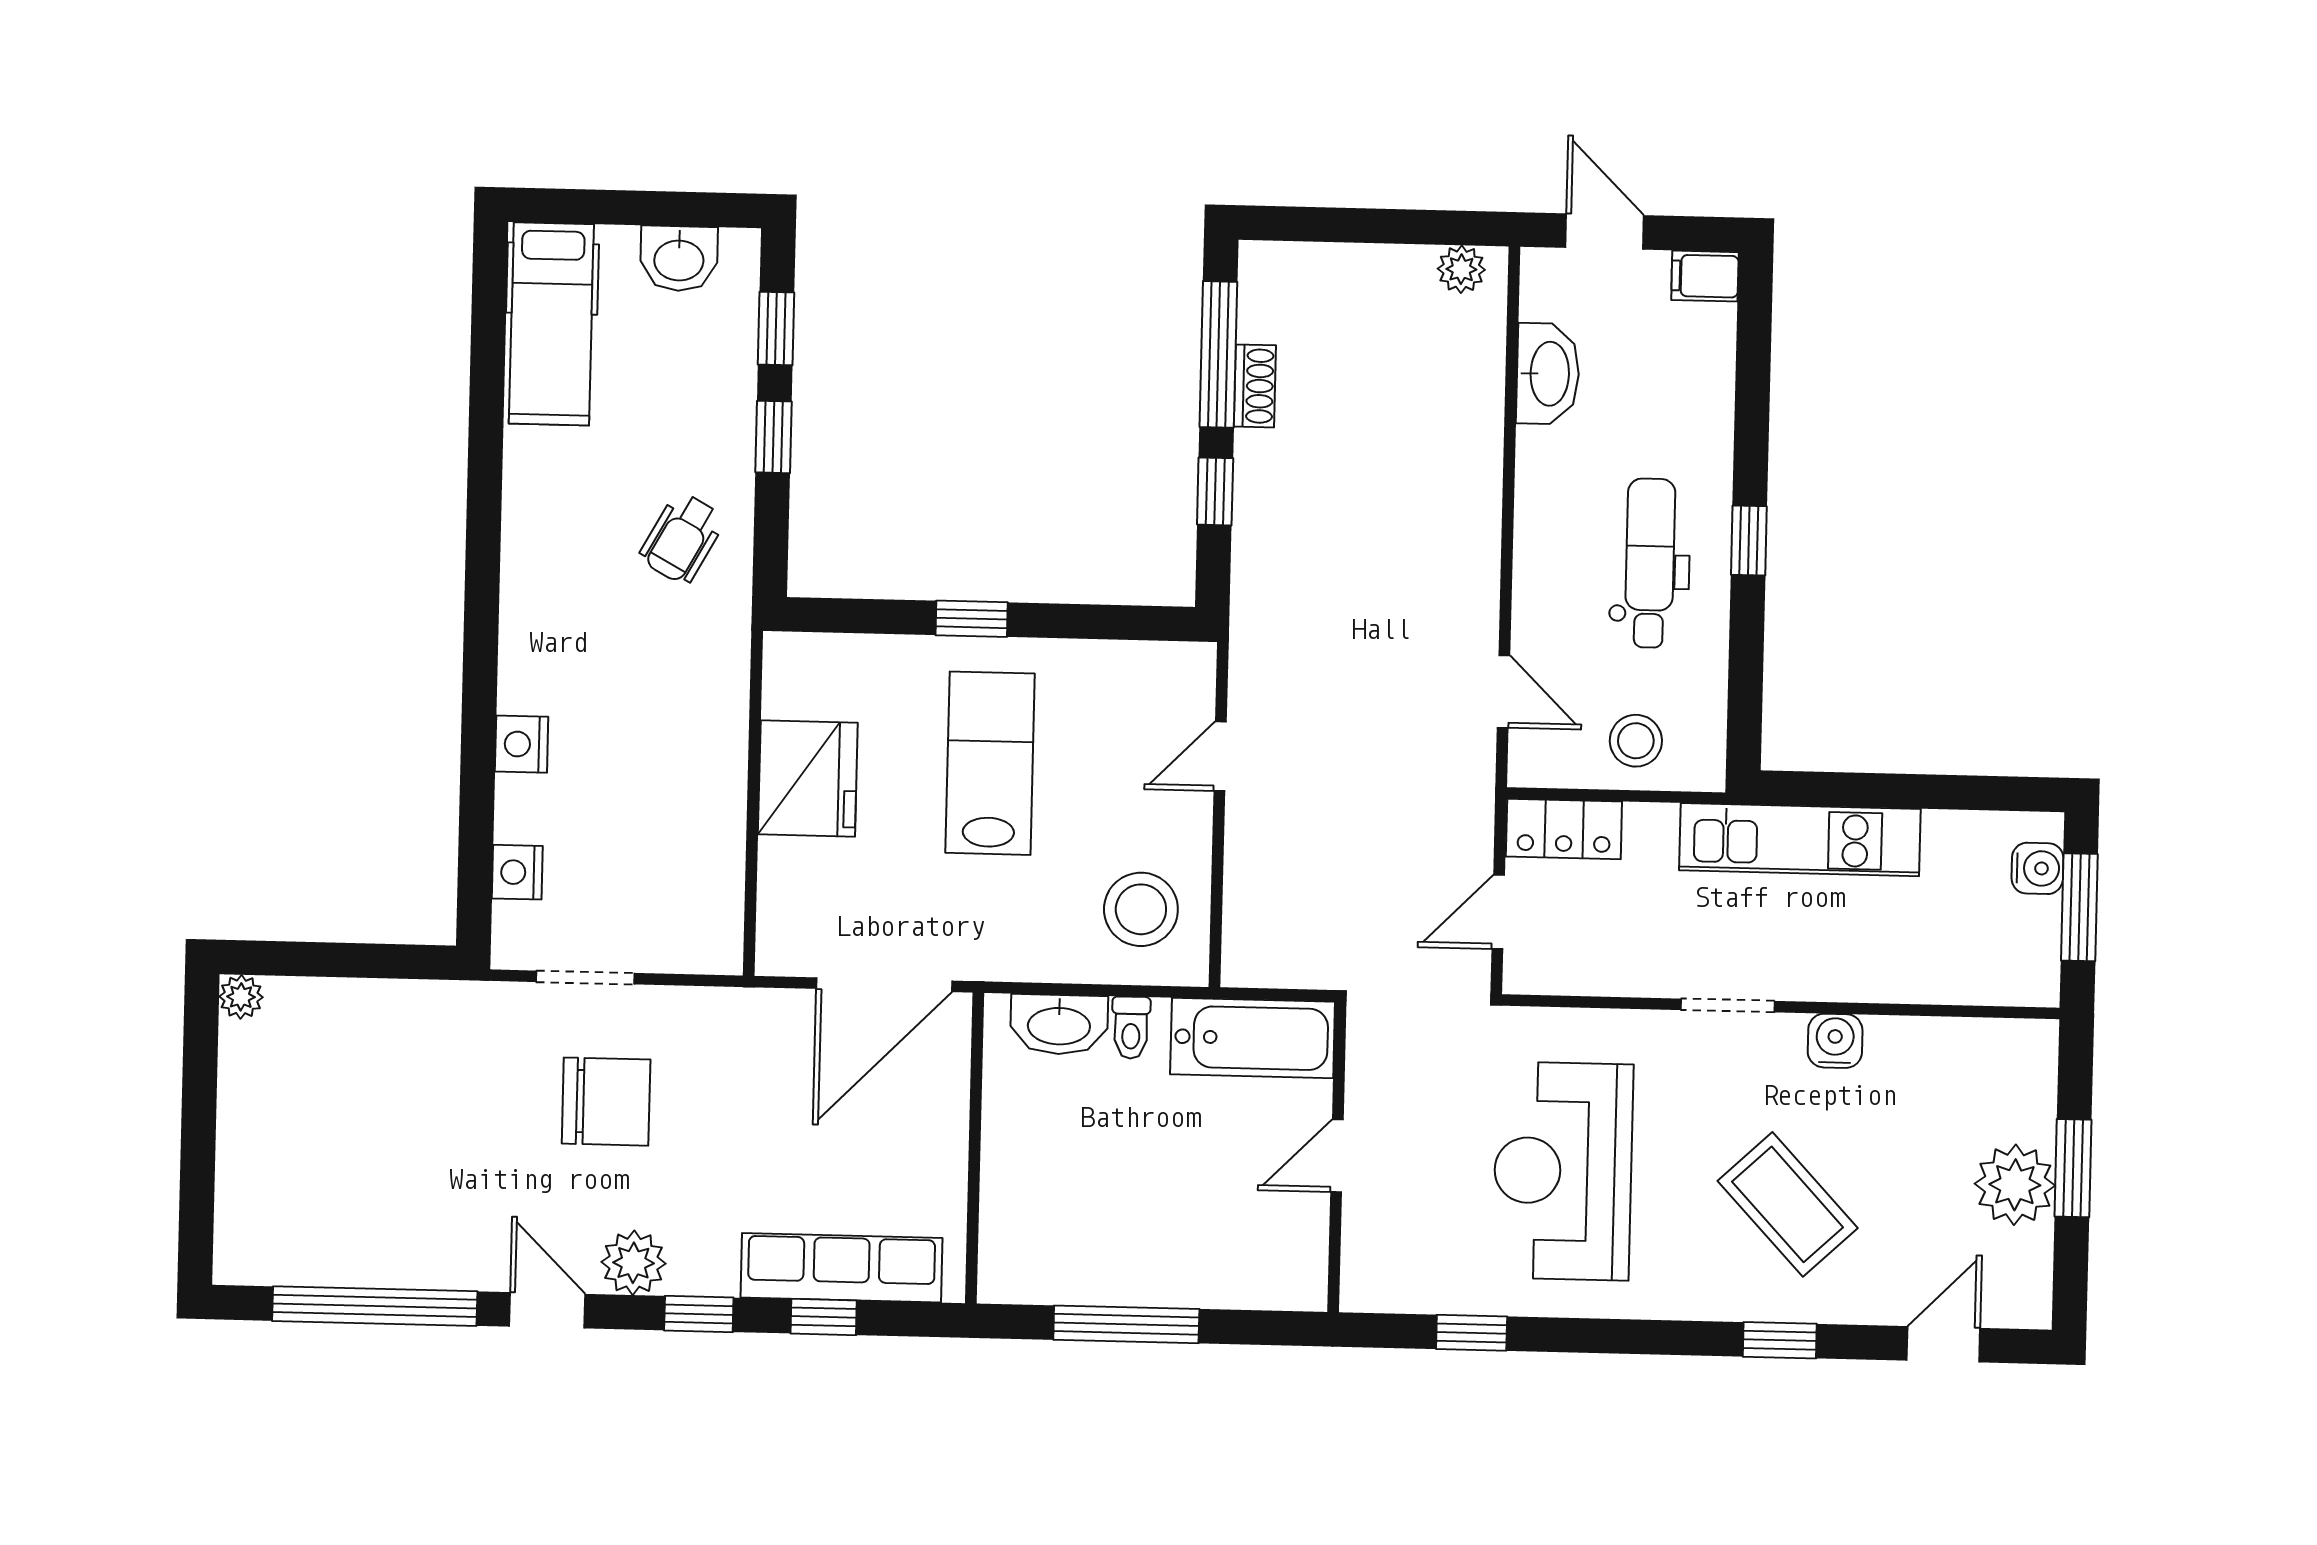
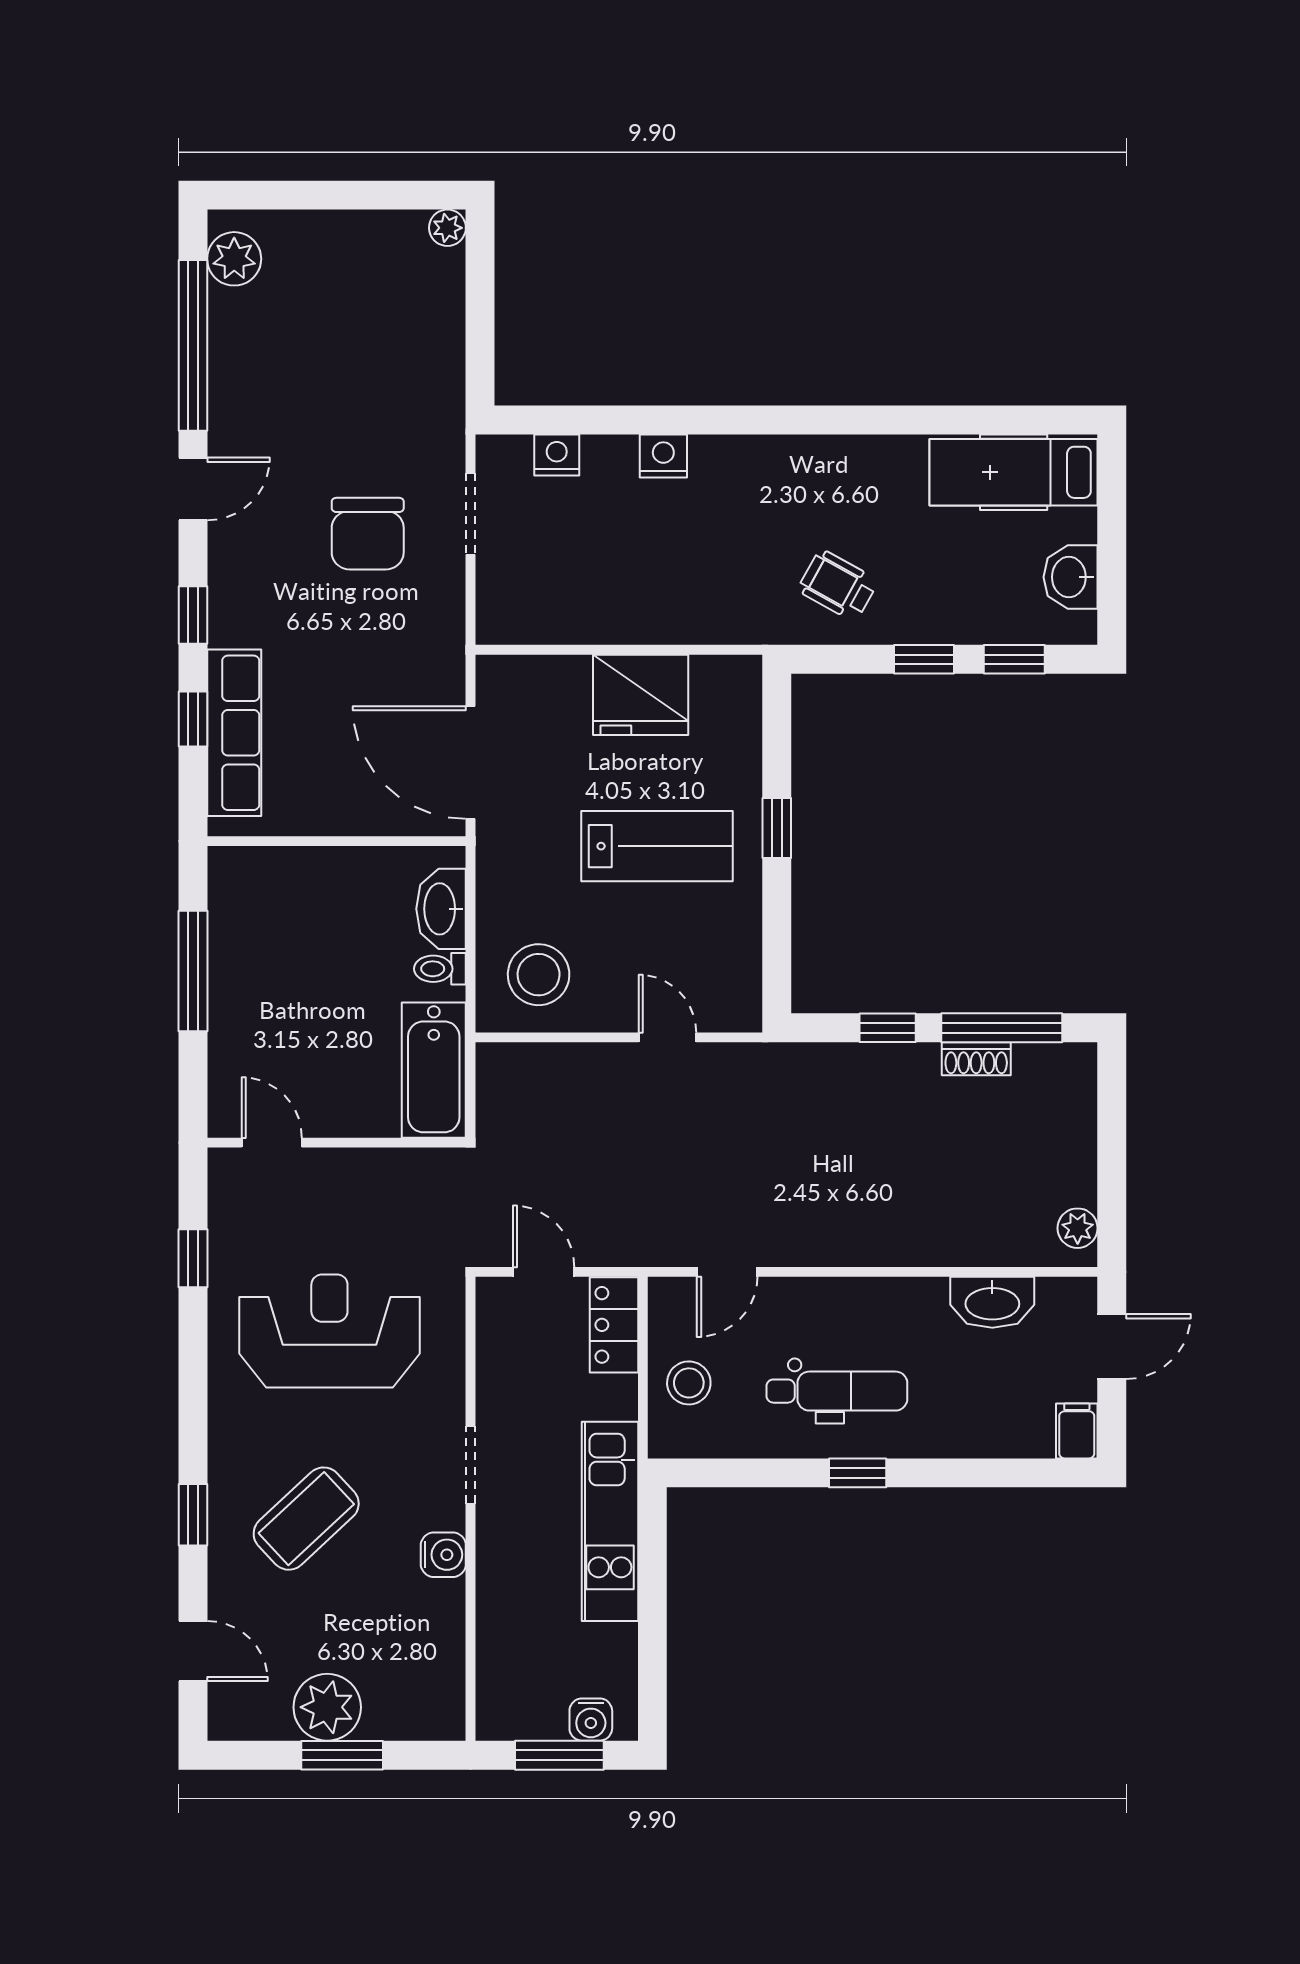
door: (1337, 1156) -> (272, 1143), moved
plant: (633, 1263) -> (234, 259), moved

